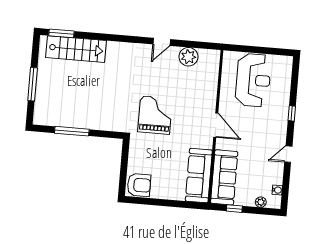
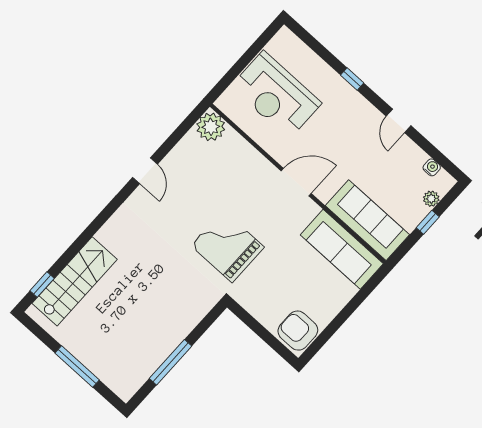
window: (61, 33) -> (42, 285), width x0.67
plant: (188, 57) -> (211, 127), moved
reception desk: (253, 80) -> (276, 95), turned 180
armchair: (139, 185) -> (298, 331), turned -90
window: (234, 209) -> (428, 222), moved

